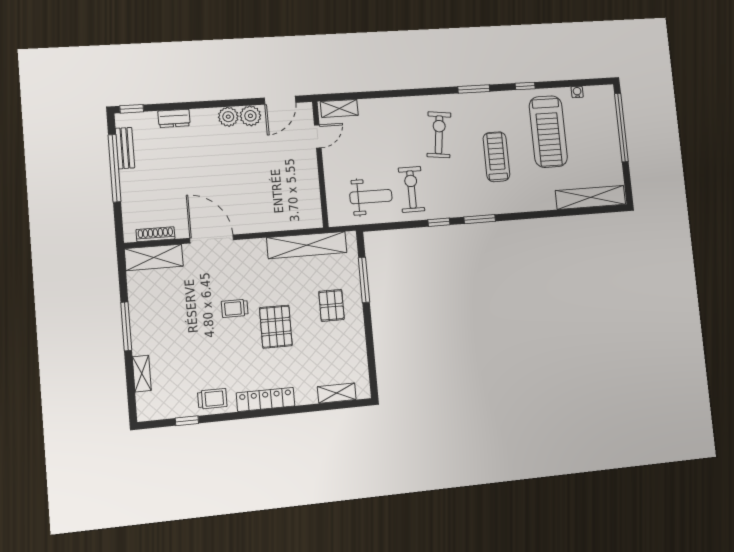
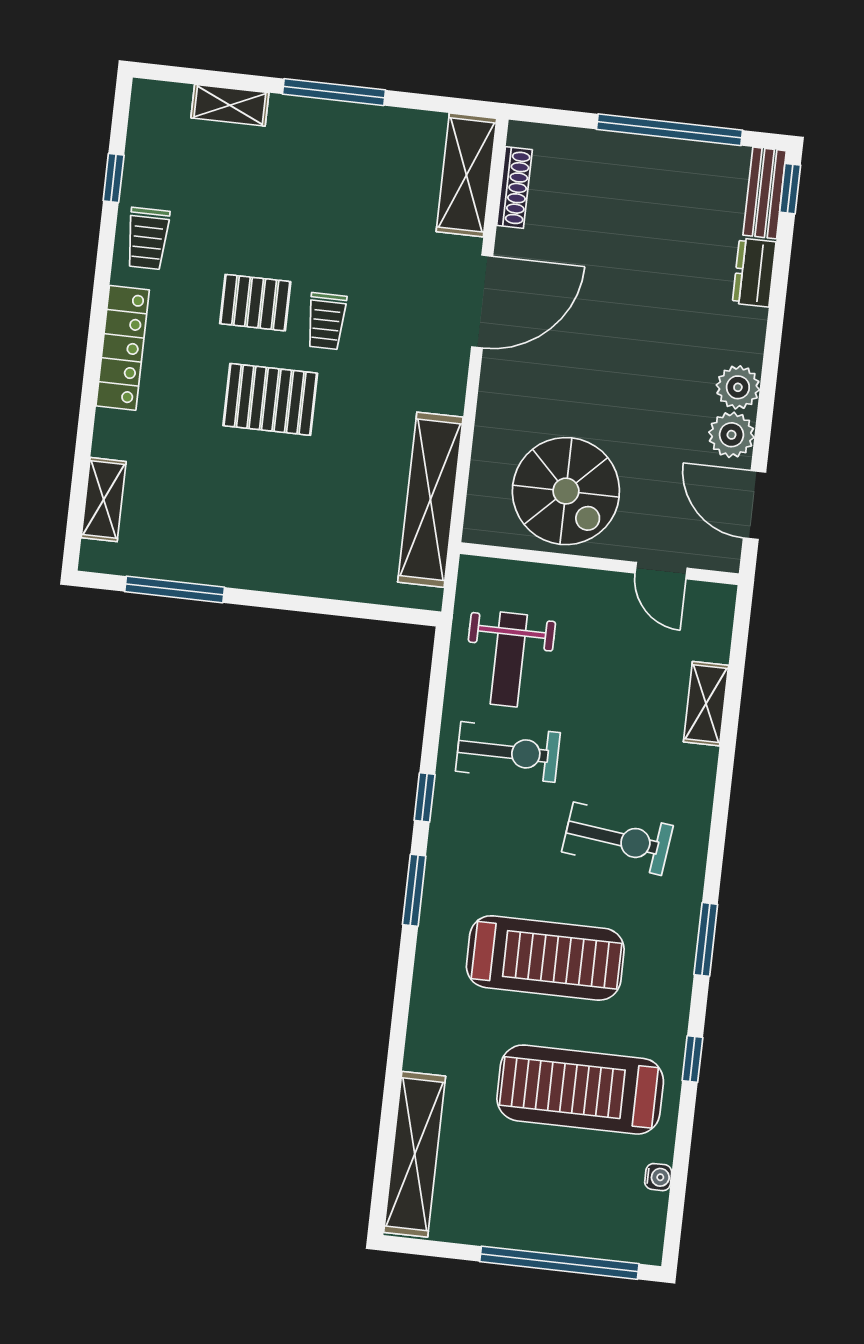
shelving: (339, 108) -> (706, 704), moved
bench: (125, 148) -> (765, 193), moved, turned 90
treadmill: (496, 157) -> (545, 958), width x1.37, depth x1.38
spiral stairs: (291, 185) -> (566, 491), added
window: (364, 280) -> (175, 589), moved
pallet: (331, 305) -> (255, 303), moved
trolley: (235, 308) -> (326, 321), turned 180

